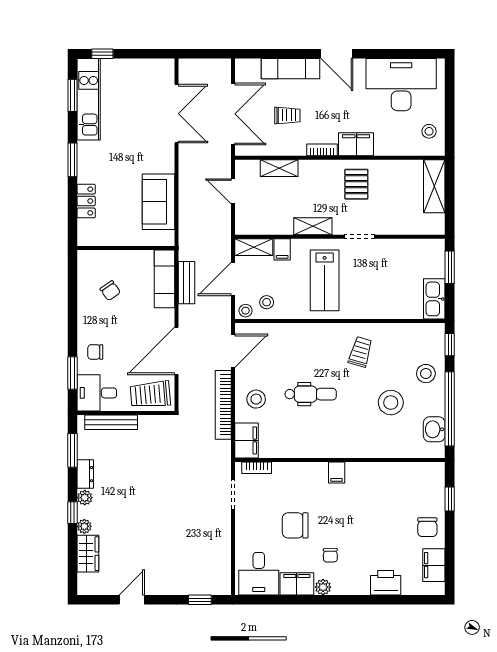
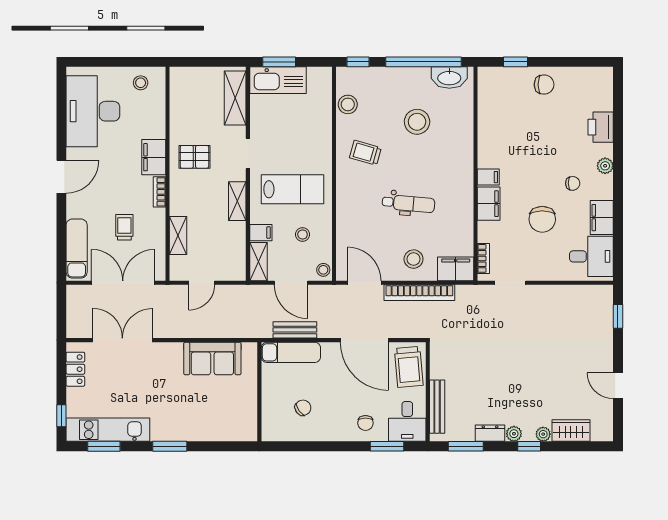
exam couch: (291, 69) -> (77, 249), moved
shelving: (434, 186) -> (235, 98), moved, turned 90
locker: (86, 201) -> (75, 369), moved, turned 90
kitchen sink: (434, 299) -> (278, 80), moved, width x1.36, depth x1.24
stool: (267, 302) -> (303, 234), moved
stool: (426, 374) -> (348, 104), moved
dental chair: (311, 394) -> (408, 204), turned 95
washbasin: (434, 429) -> (449, 78), width x1.38
filing cabinet: (434, 565) -> (489, 204), moved, turned -90
plant: (323, 587) -> (605, 166), moved

